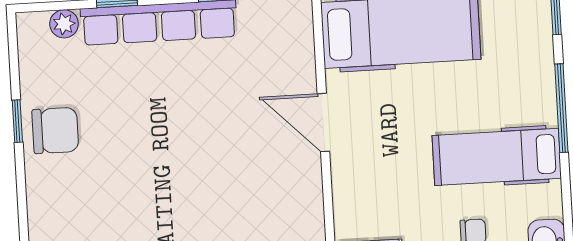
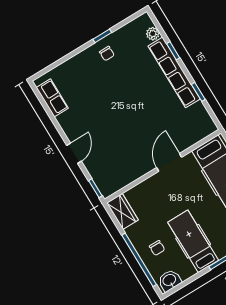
chair: (55, 130) -> (107, 54), width x0.54, depth x0.54

